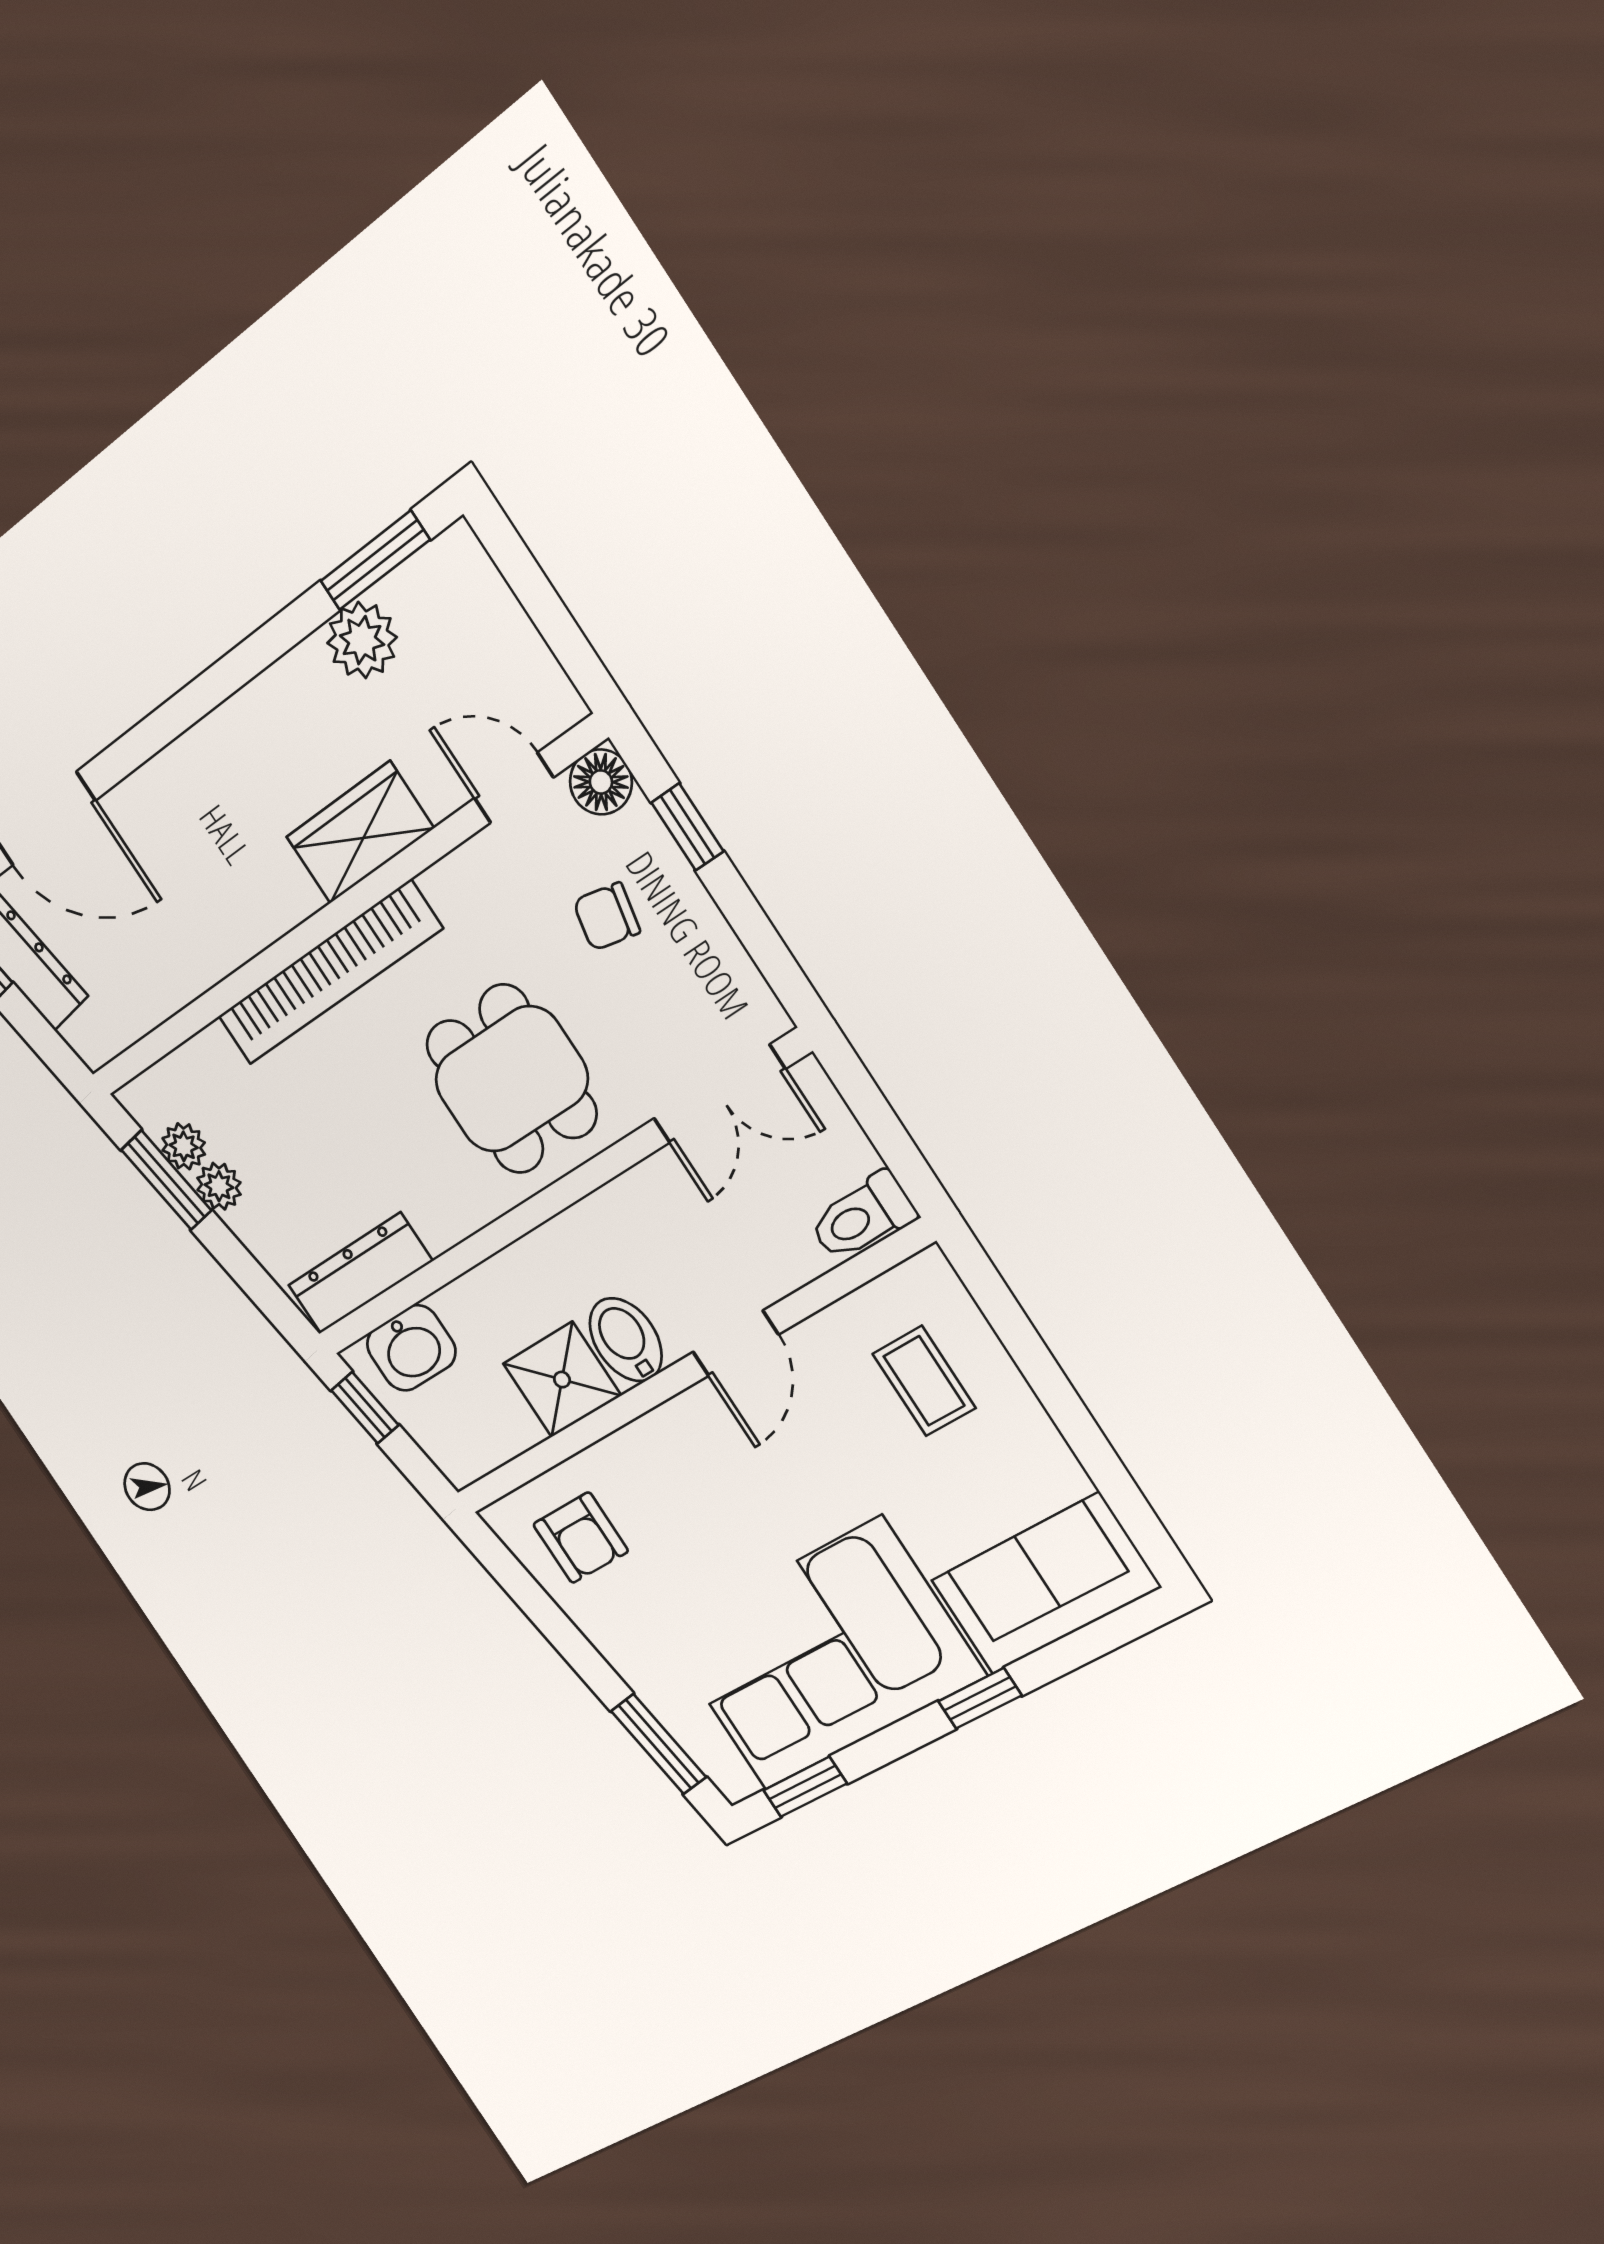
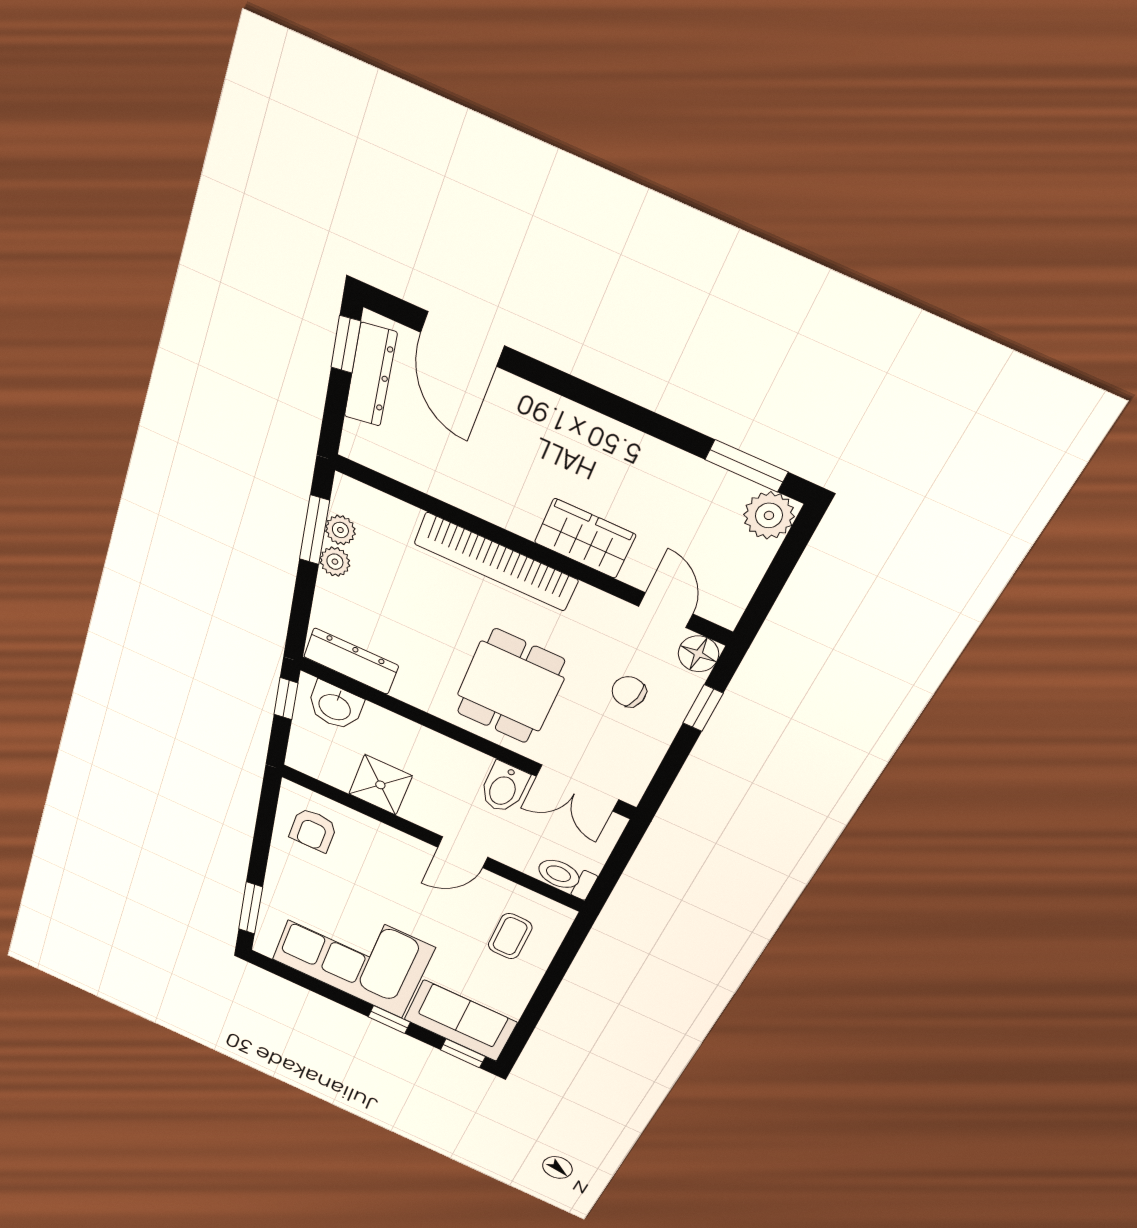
plant: (362, 640) -> (769, 515), moved
bidet: (626, 1340) -> (504, 788), moved, turned 180
window: (805, 1787) -> (463, 1053), moved

